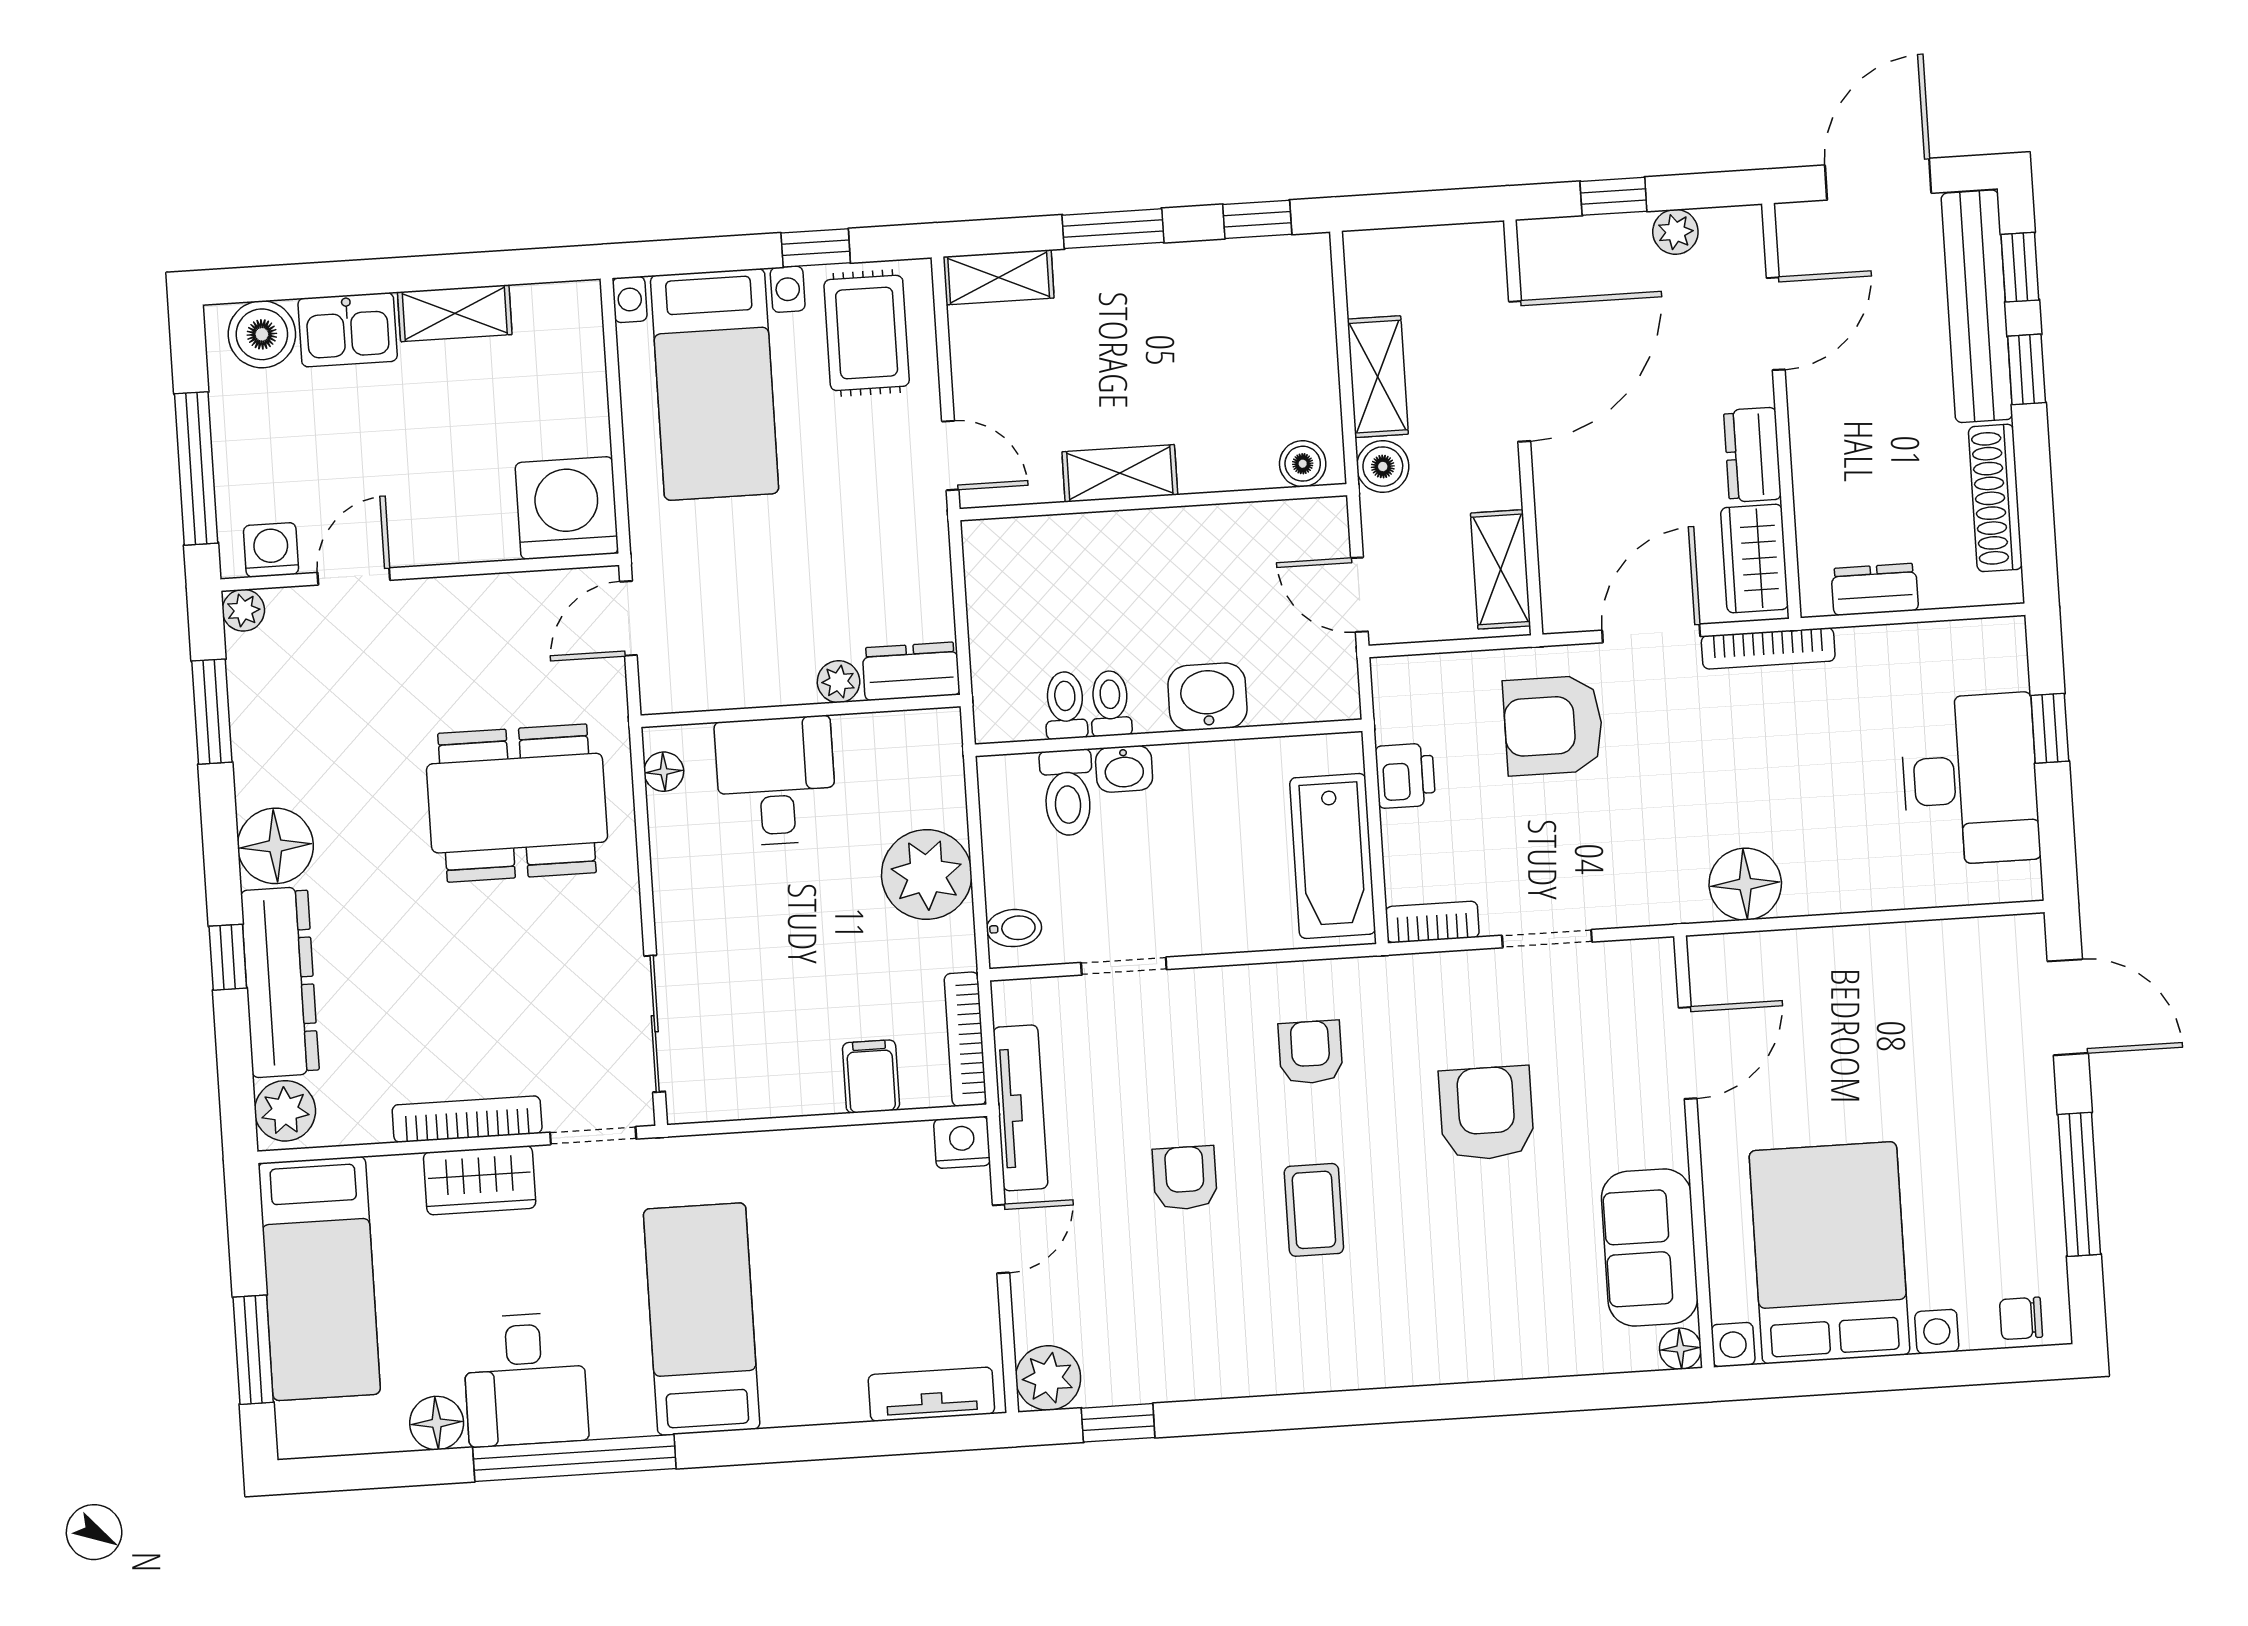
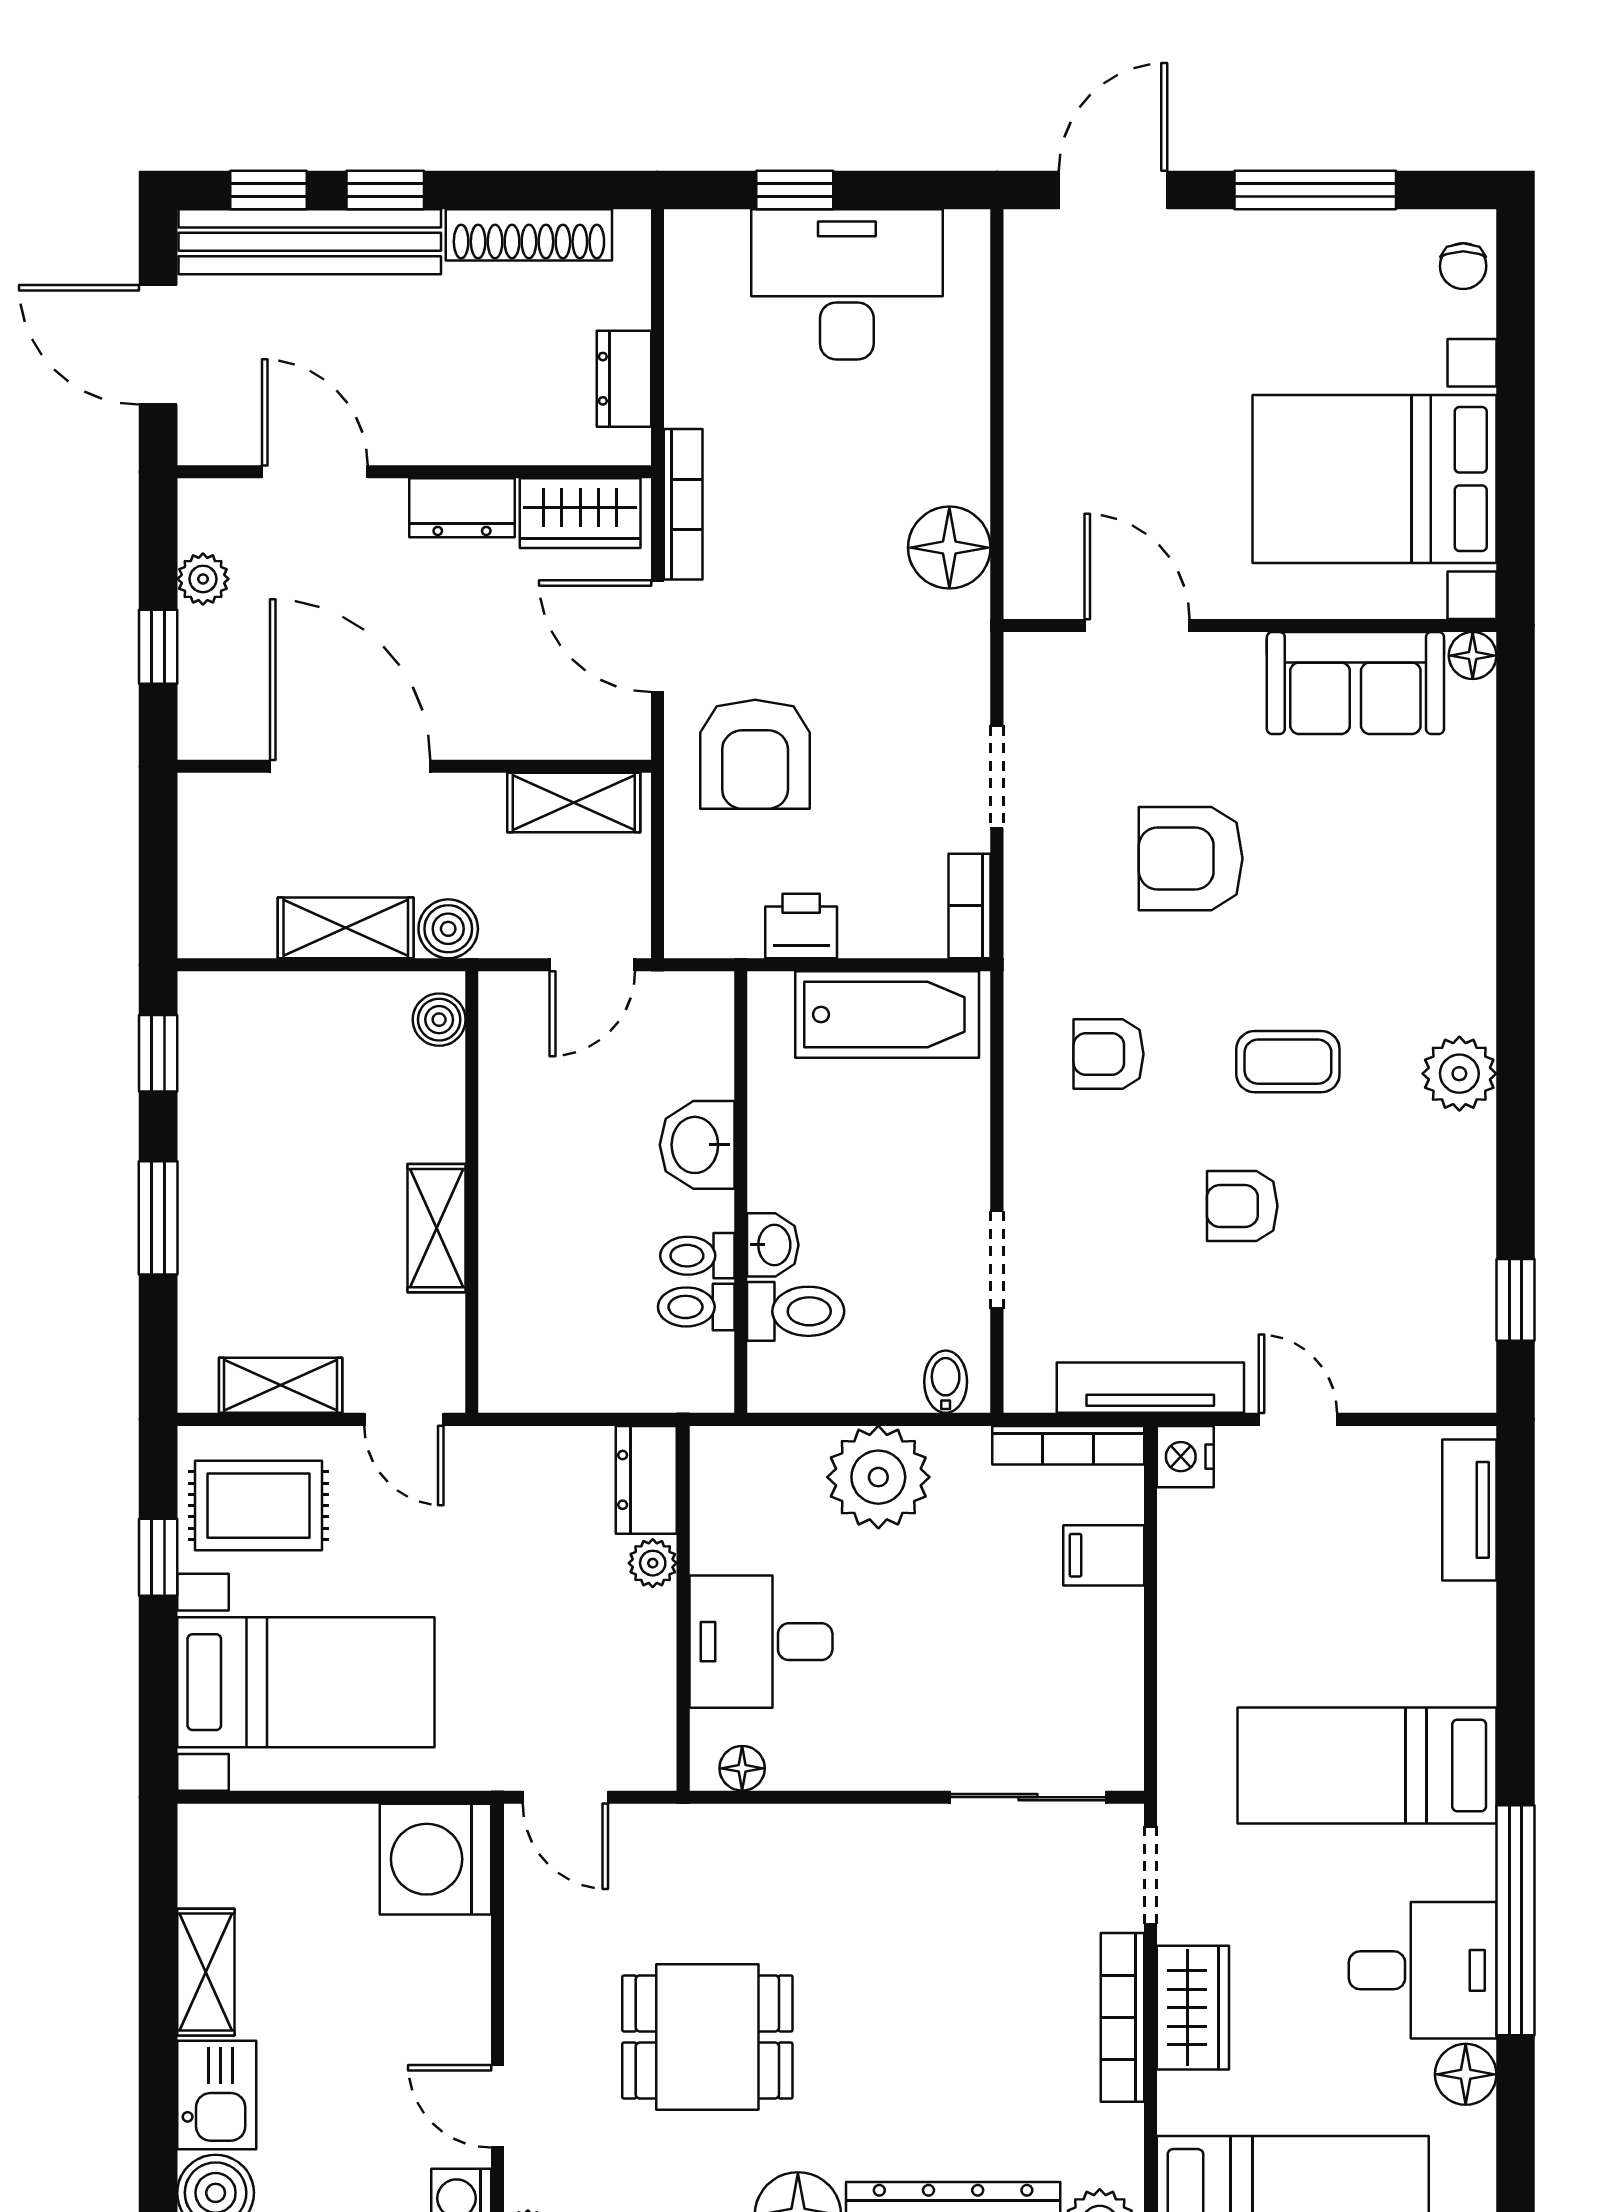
shelving: (999, 277) -> (281, 1385), moved, turned 90
door: (950, 456) -> (404, 1419), swing flipped
dining table: (517, 803) -> (707, 2037), moved, width x0.73
plant: (1048, 1378) -> (1459, 1074), moved

